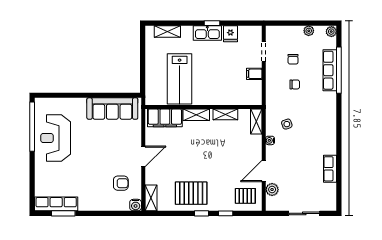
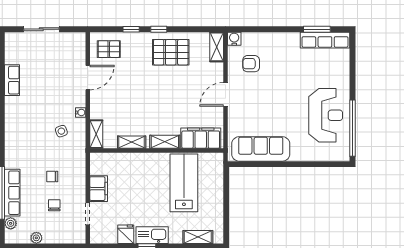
plant: (331, 32) -> (11, 223), moved
filing cabinet: (254, 74) -> (99, 189), width x2.00
plant: (272, 189) -> (78, 56), removed

